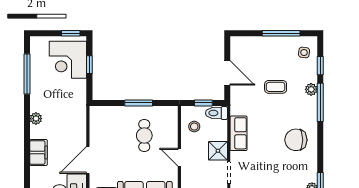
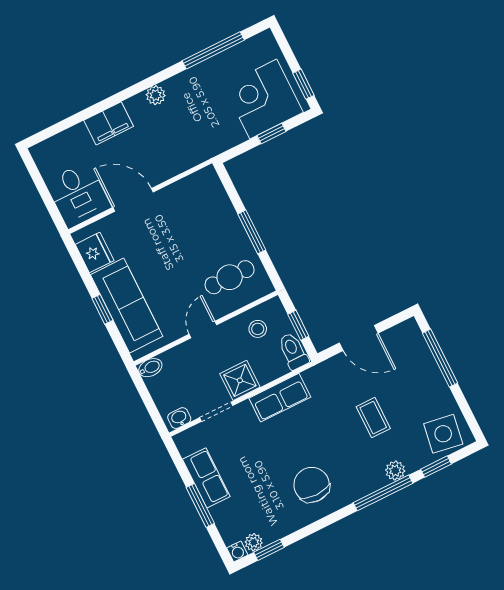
window: (281, 33) -> (440, 358), moved
side table: (304, 52) -> (443, 434), width x1.87, depth x1.87
door: (227, 73) -> (359, 338), hinge flipped
cafe table: (144, 136) -> (230, 277), moved

